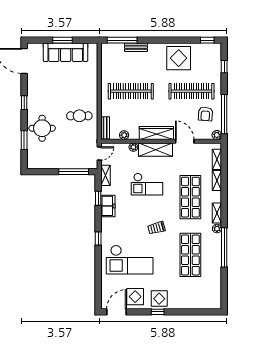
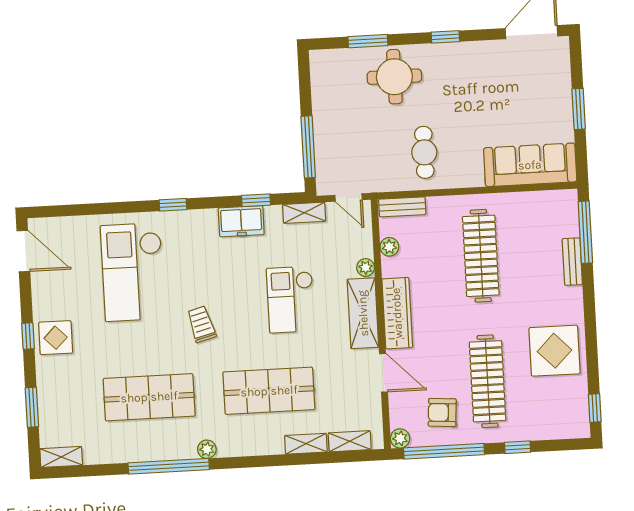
sofa: (66, 52) -> (530, 165), moved, turned 90
window: (224, 67) -> (518, 447), moved
door: (185, 141) -> (384, 373), hinge flipped
shelving: (217, 213) -> (61, 457), moved
display table: (135, 297) -> (57, 288), removed
window: (192, 312) -> (32, 407), added

